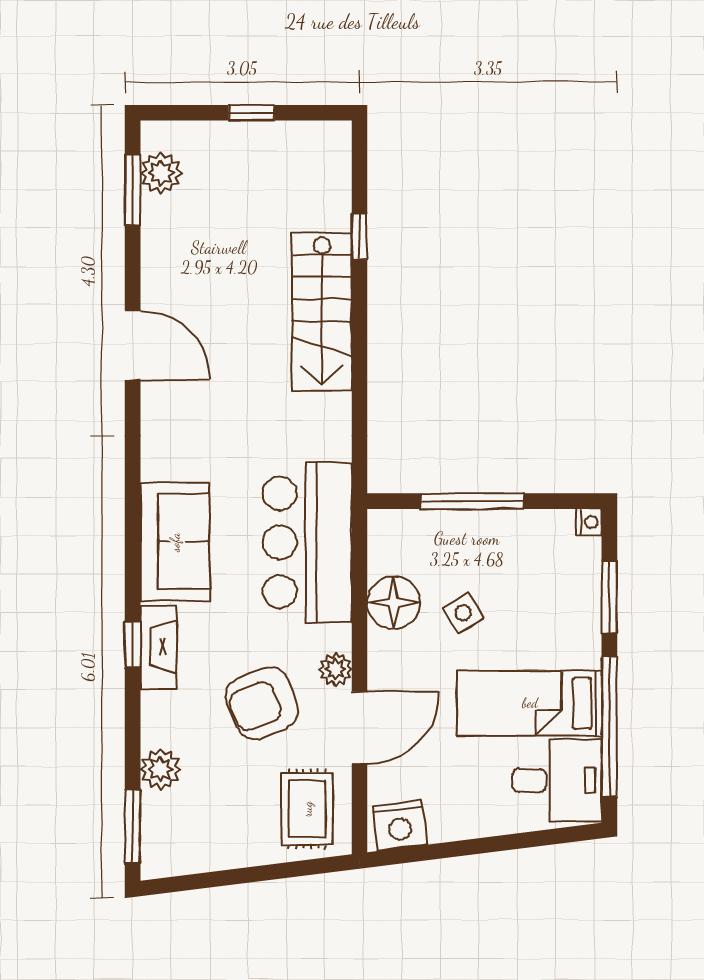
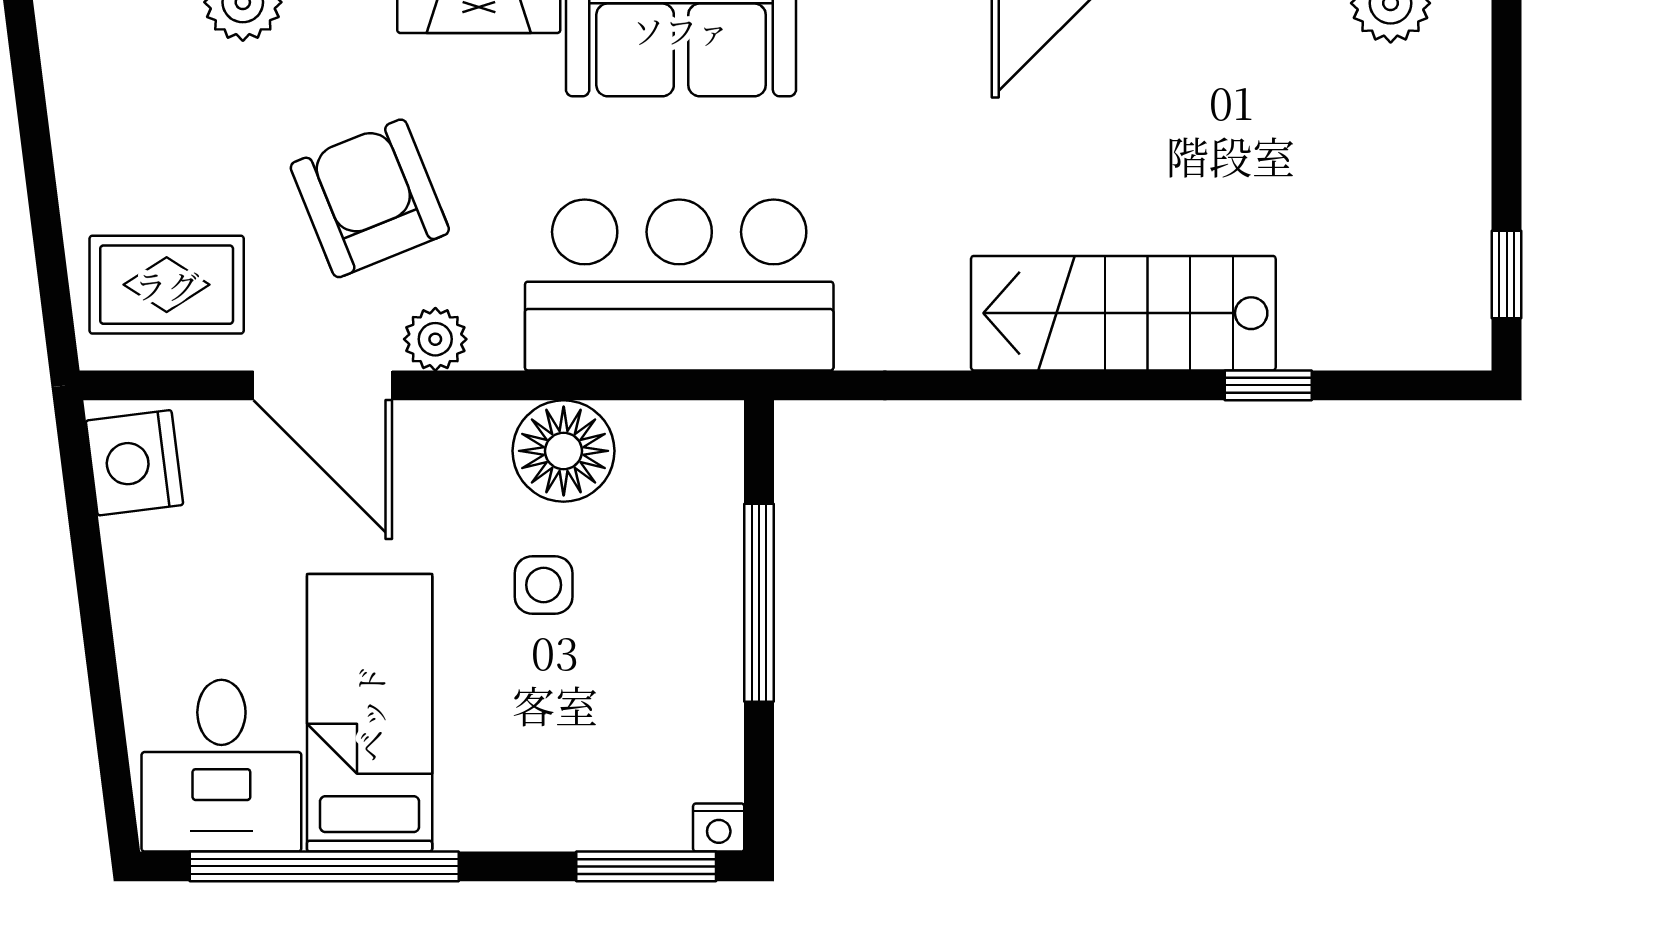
window: (252, 113) -> (1507, 275), moved
window: (609, 597) -> (646, 866), moved
side table: (463, 613) -> (544, 585), turned 31

